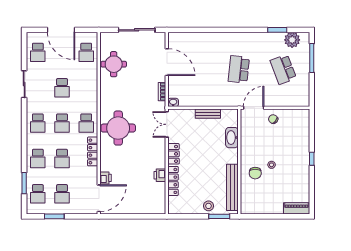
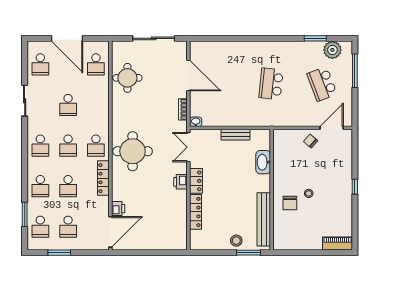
door: (254, 108) -> (332, 128), moved
printer: (160, 175) -> (180, 182), moved

